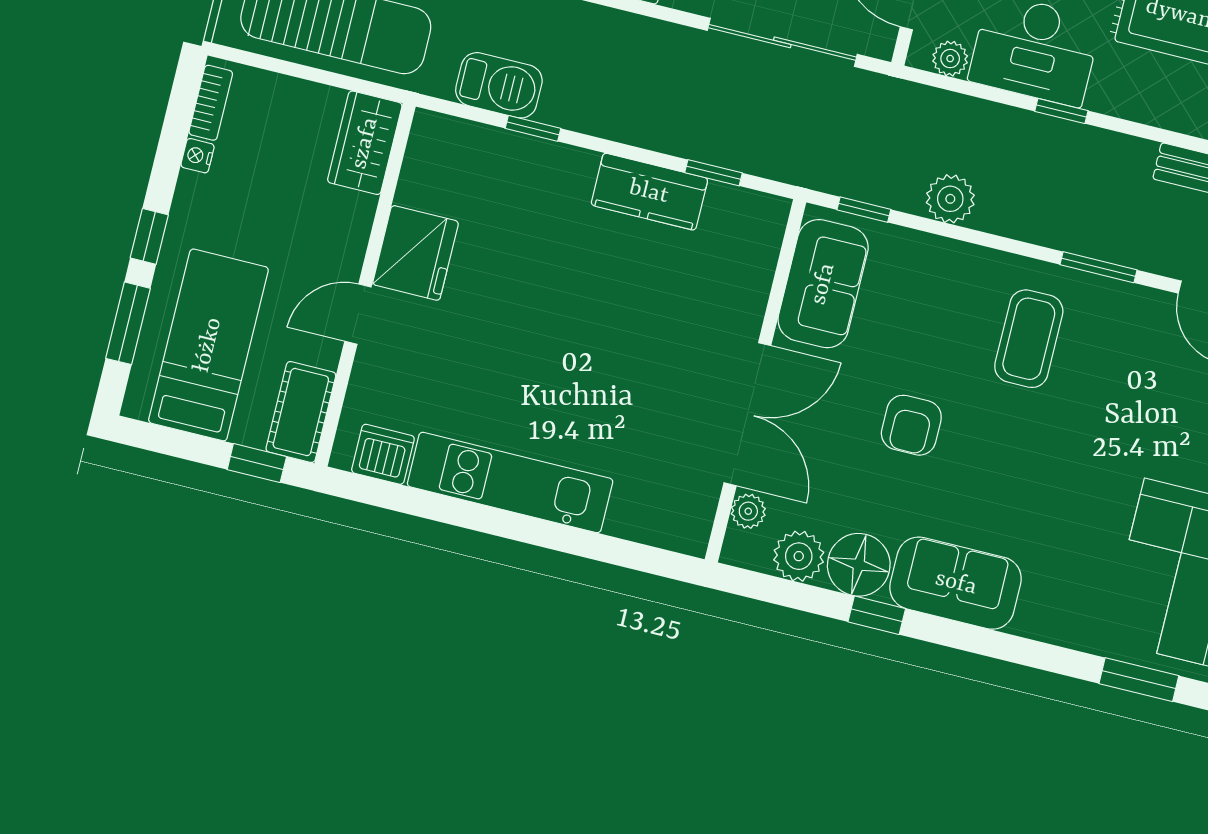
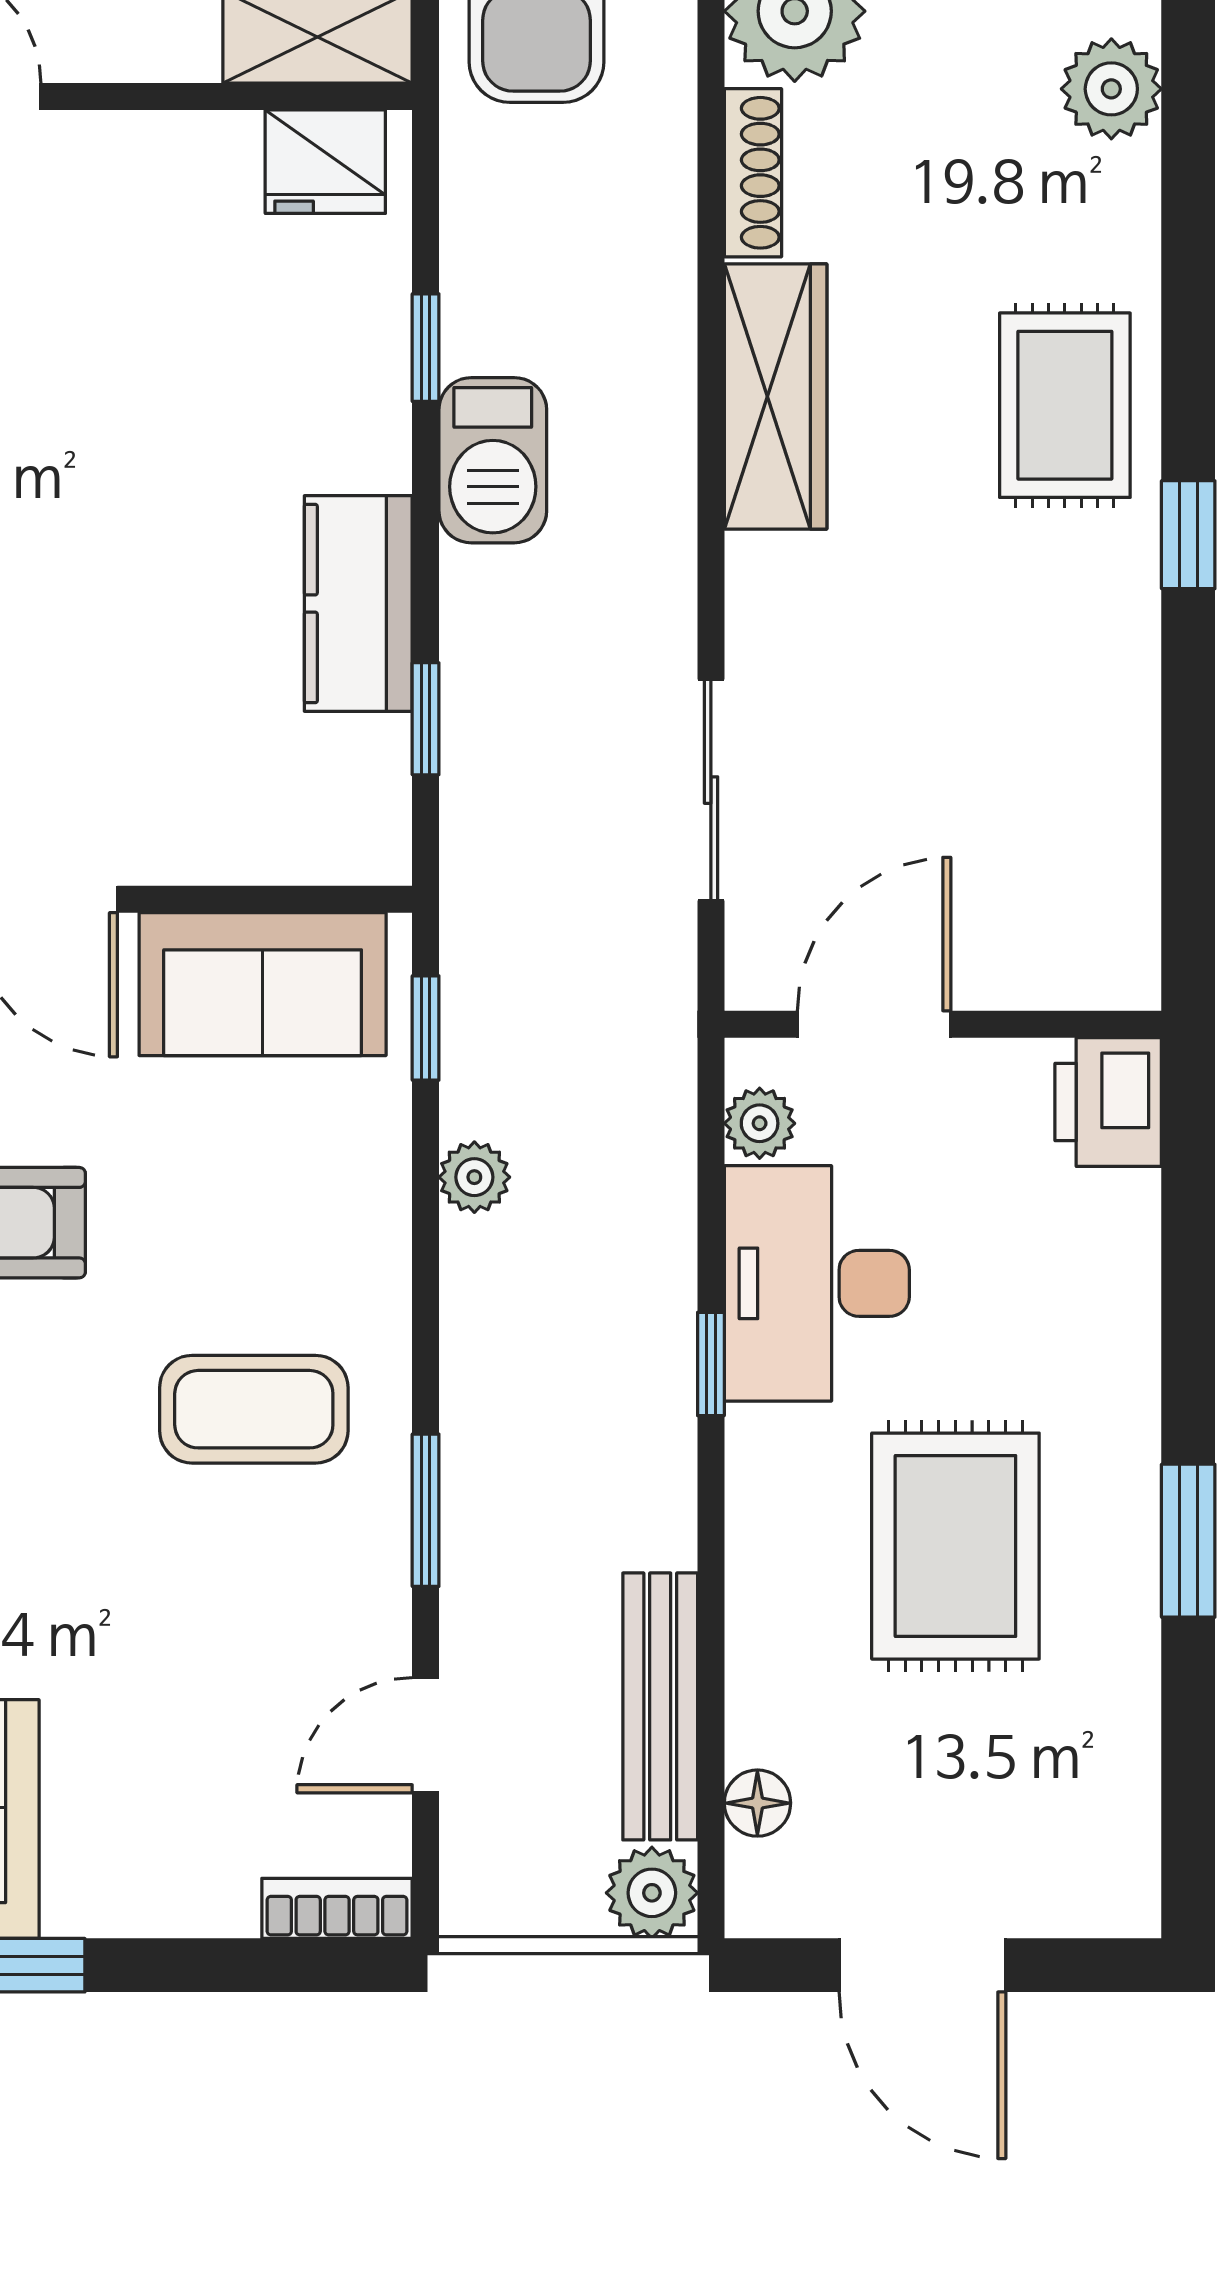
sliding door: (782, 42) -> (711, 790), width x0.73
barbecue: (499, 85) -> (493, 460), moved
plant: (950, 199) -> (474, 1177), width x0.73, depth x0.73
fridge: (416, 253) -> (325, 162), moved, width x0.73, depth x0.75

